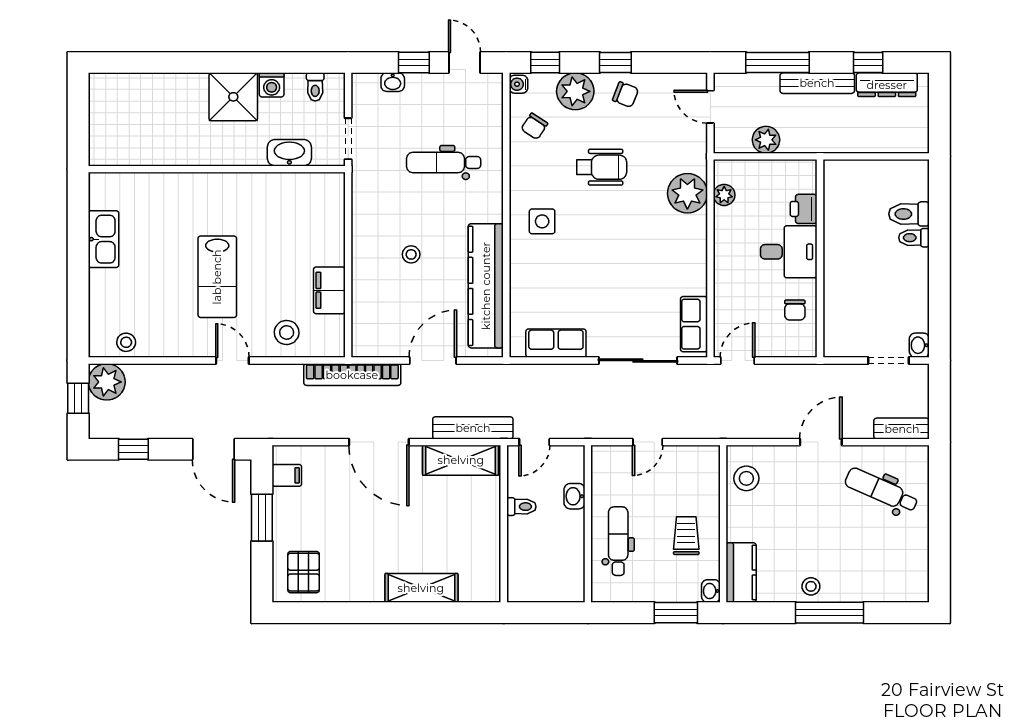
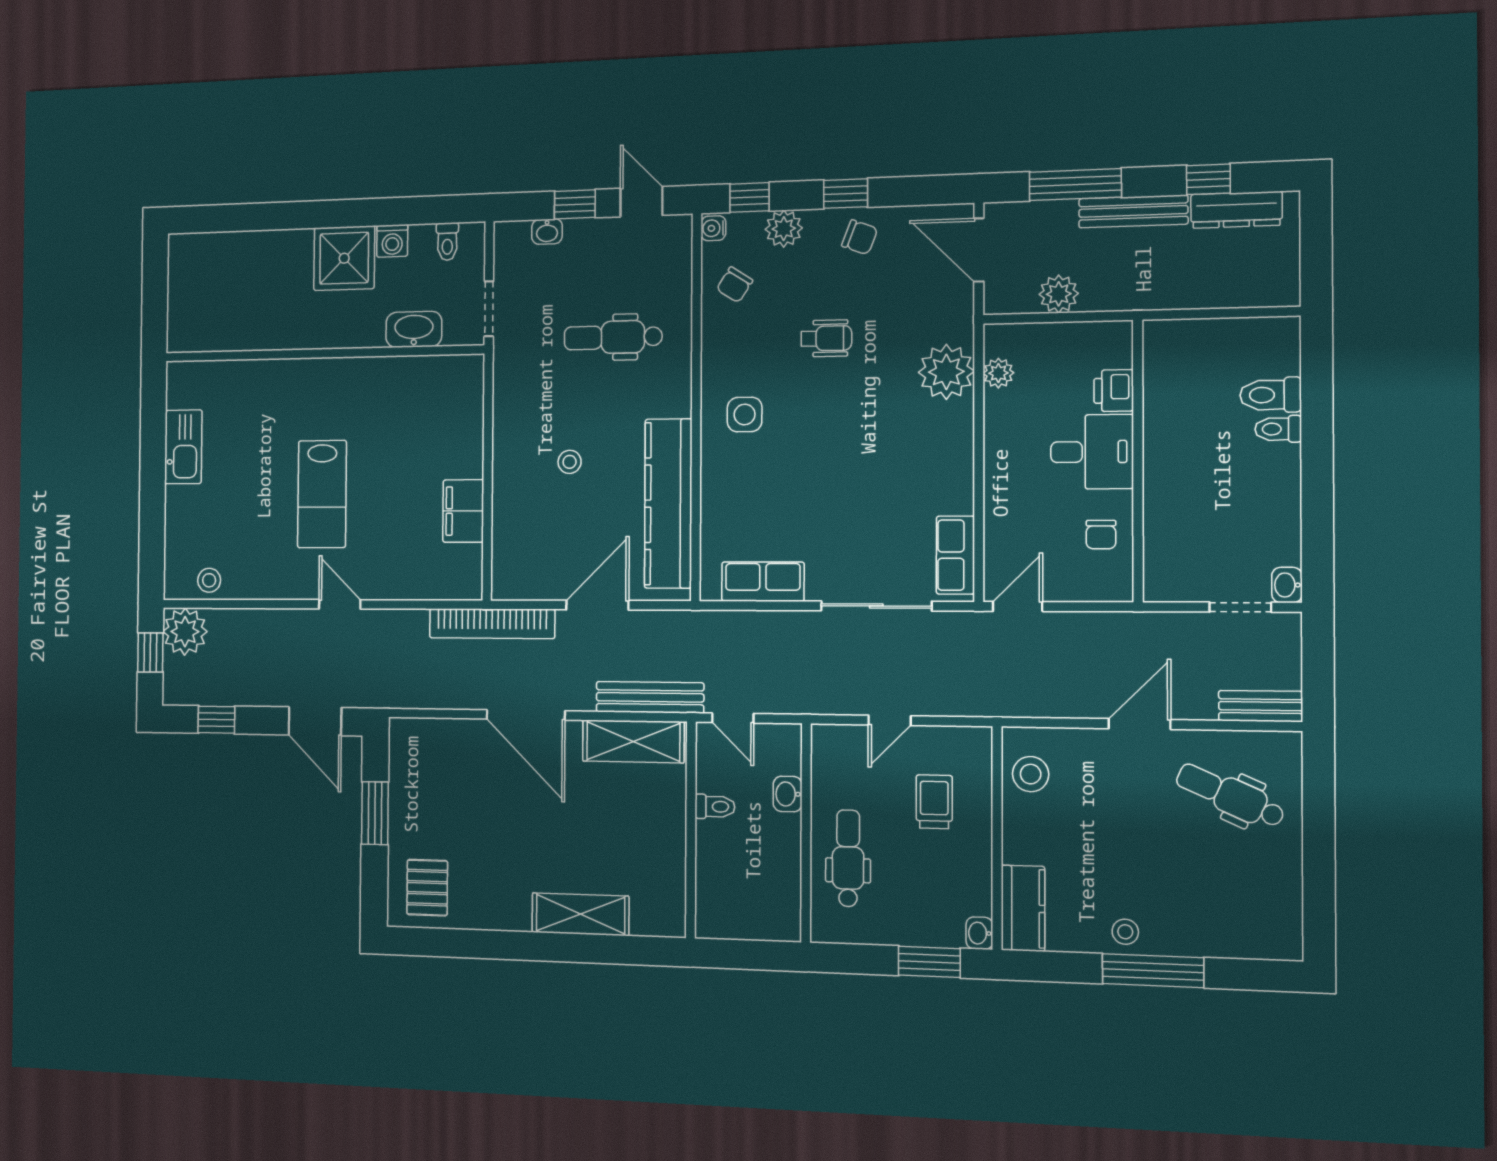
plant: (575, 91) -> (784, 229), width x0.73, depth x0.73
door: (710, 107) -> (979, 250), width x1.37
wheelchair: (602, 167) -> (826, 338), width x0.73, depth x0.73
stool: (287, 332) -> (408, 567), removed
door: (534, 442) -> (733, 718), hinge flipped
filing cabinet: (287, 475) -> (407, 758), removed
trolley: (686, 536) -> (934, 802), moved

